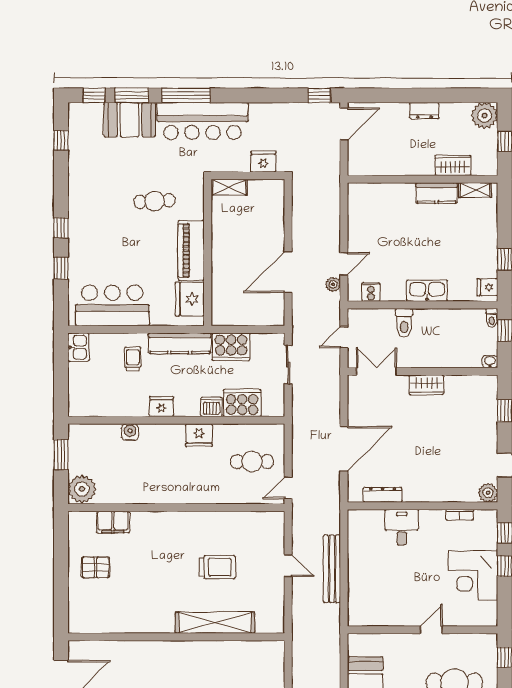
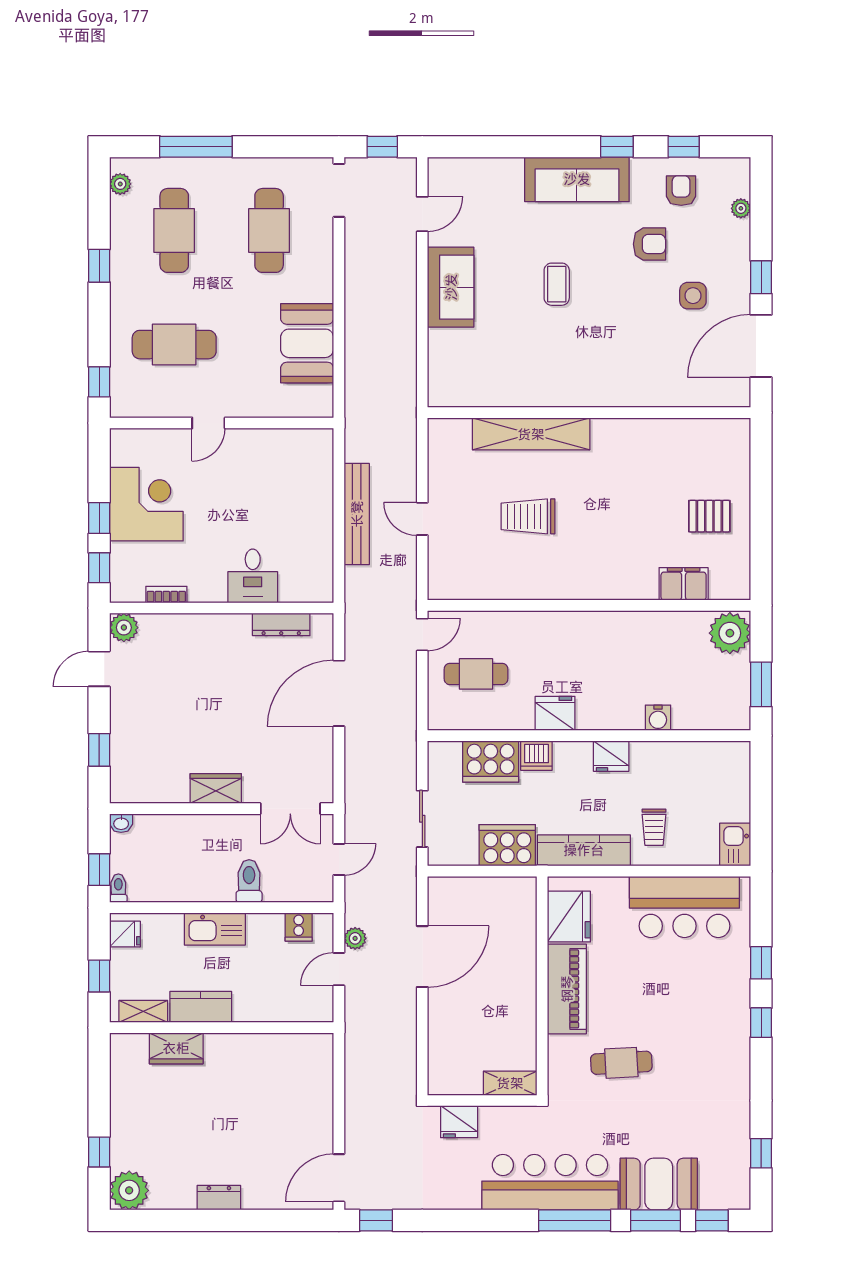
wardrobe: (453, 165) -> (176, 1048), moved
wall: (423, 179) -> (222, 1028), moved
shelving: (475, 190) -> (143, 1011), moved
kitchen counter: (437, 193) -> (201, 1007), moved

